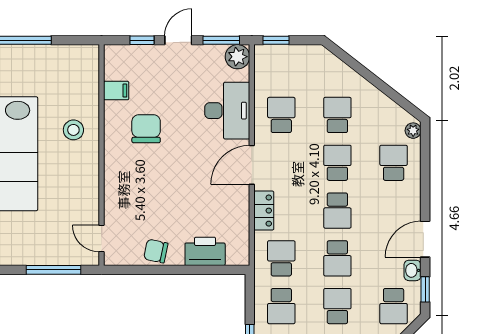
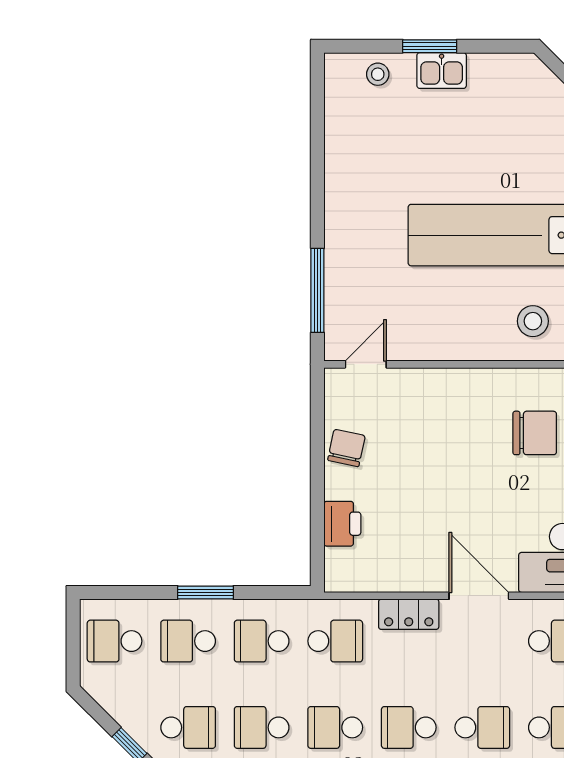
printer: (205, 251) -> (342, 524), width x0.73, depth x0.84
school desk: (337, 306) -> (262, 727), turned 180

